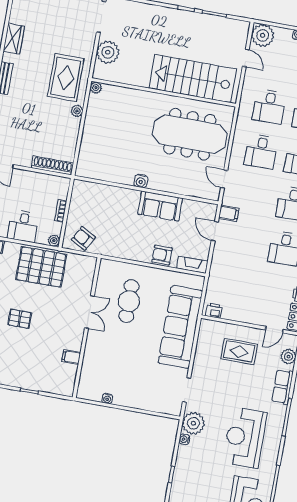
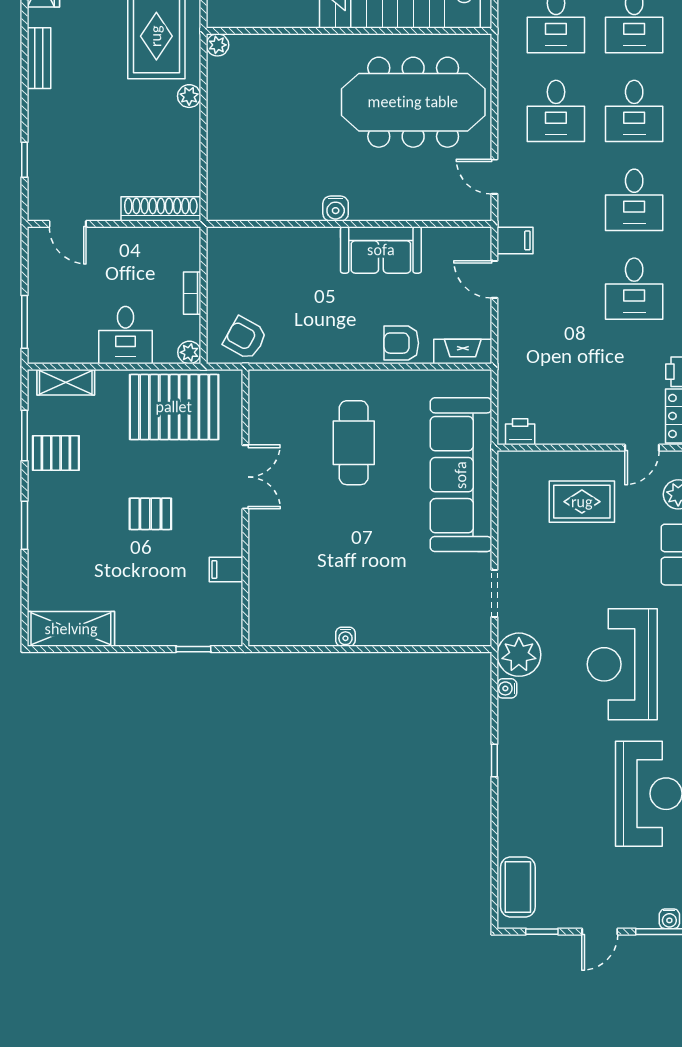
double door: (89, 312) -> (245, 477), moved
wall: (87, 328) -> (245, 508), moved
filing cabinet: (71, 357) -> (226, 570), moved

